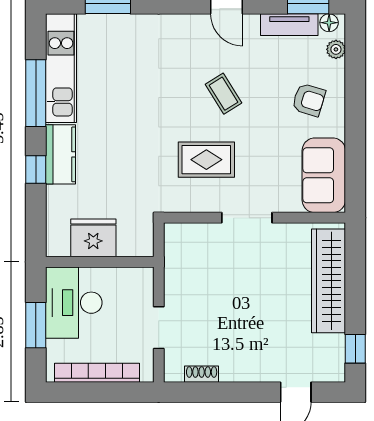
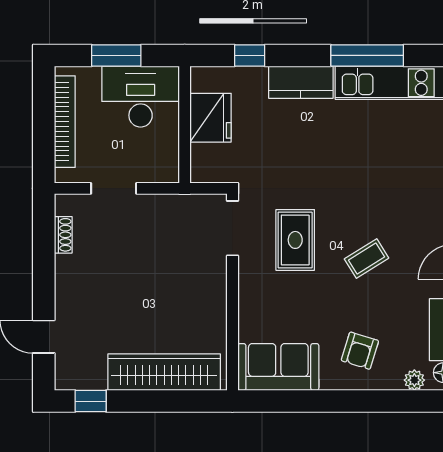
window: (36, 170) -> (250, 55), moved
doorway: (247, 218) -> (232, 228), moved

